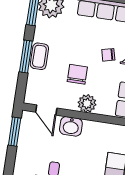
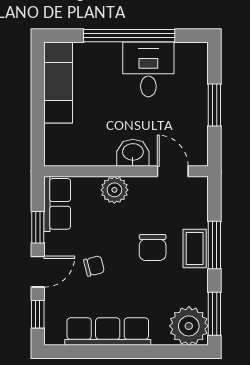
chair: (77, 74) -> (153, 247), moved
window: (15, 132) -> (214, 105), moved

